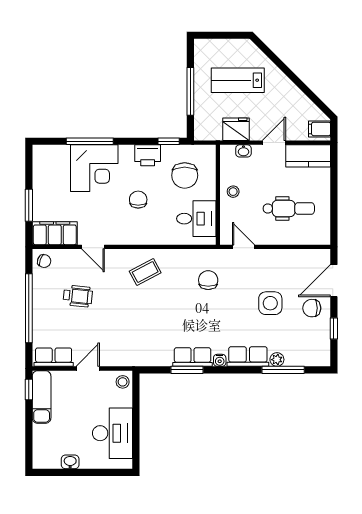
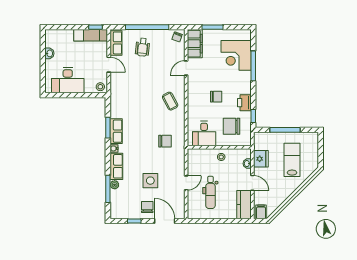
corner desk: (94, 168) -> (236, 55), moved
door: (243, 247) -> (186, 183), moved
wheelchair: (78, 296) -> (143, 47), moved

